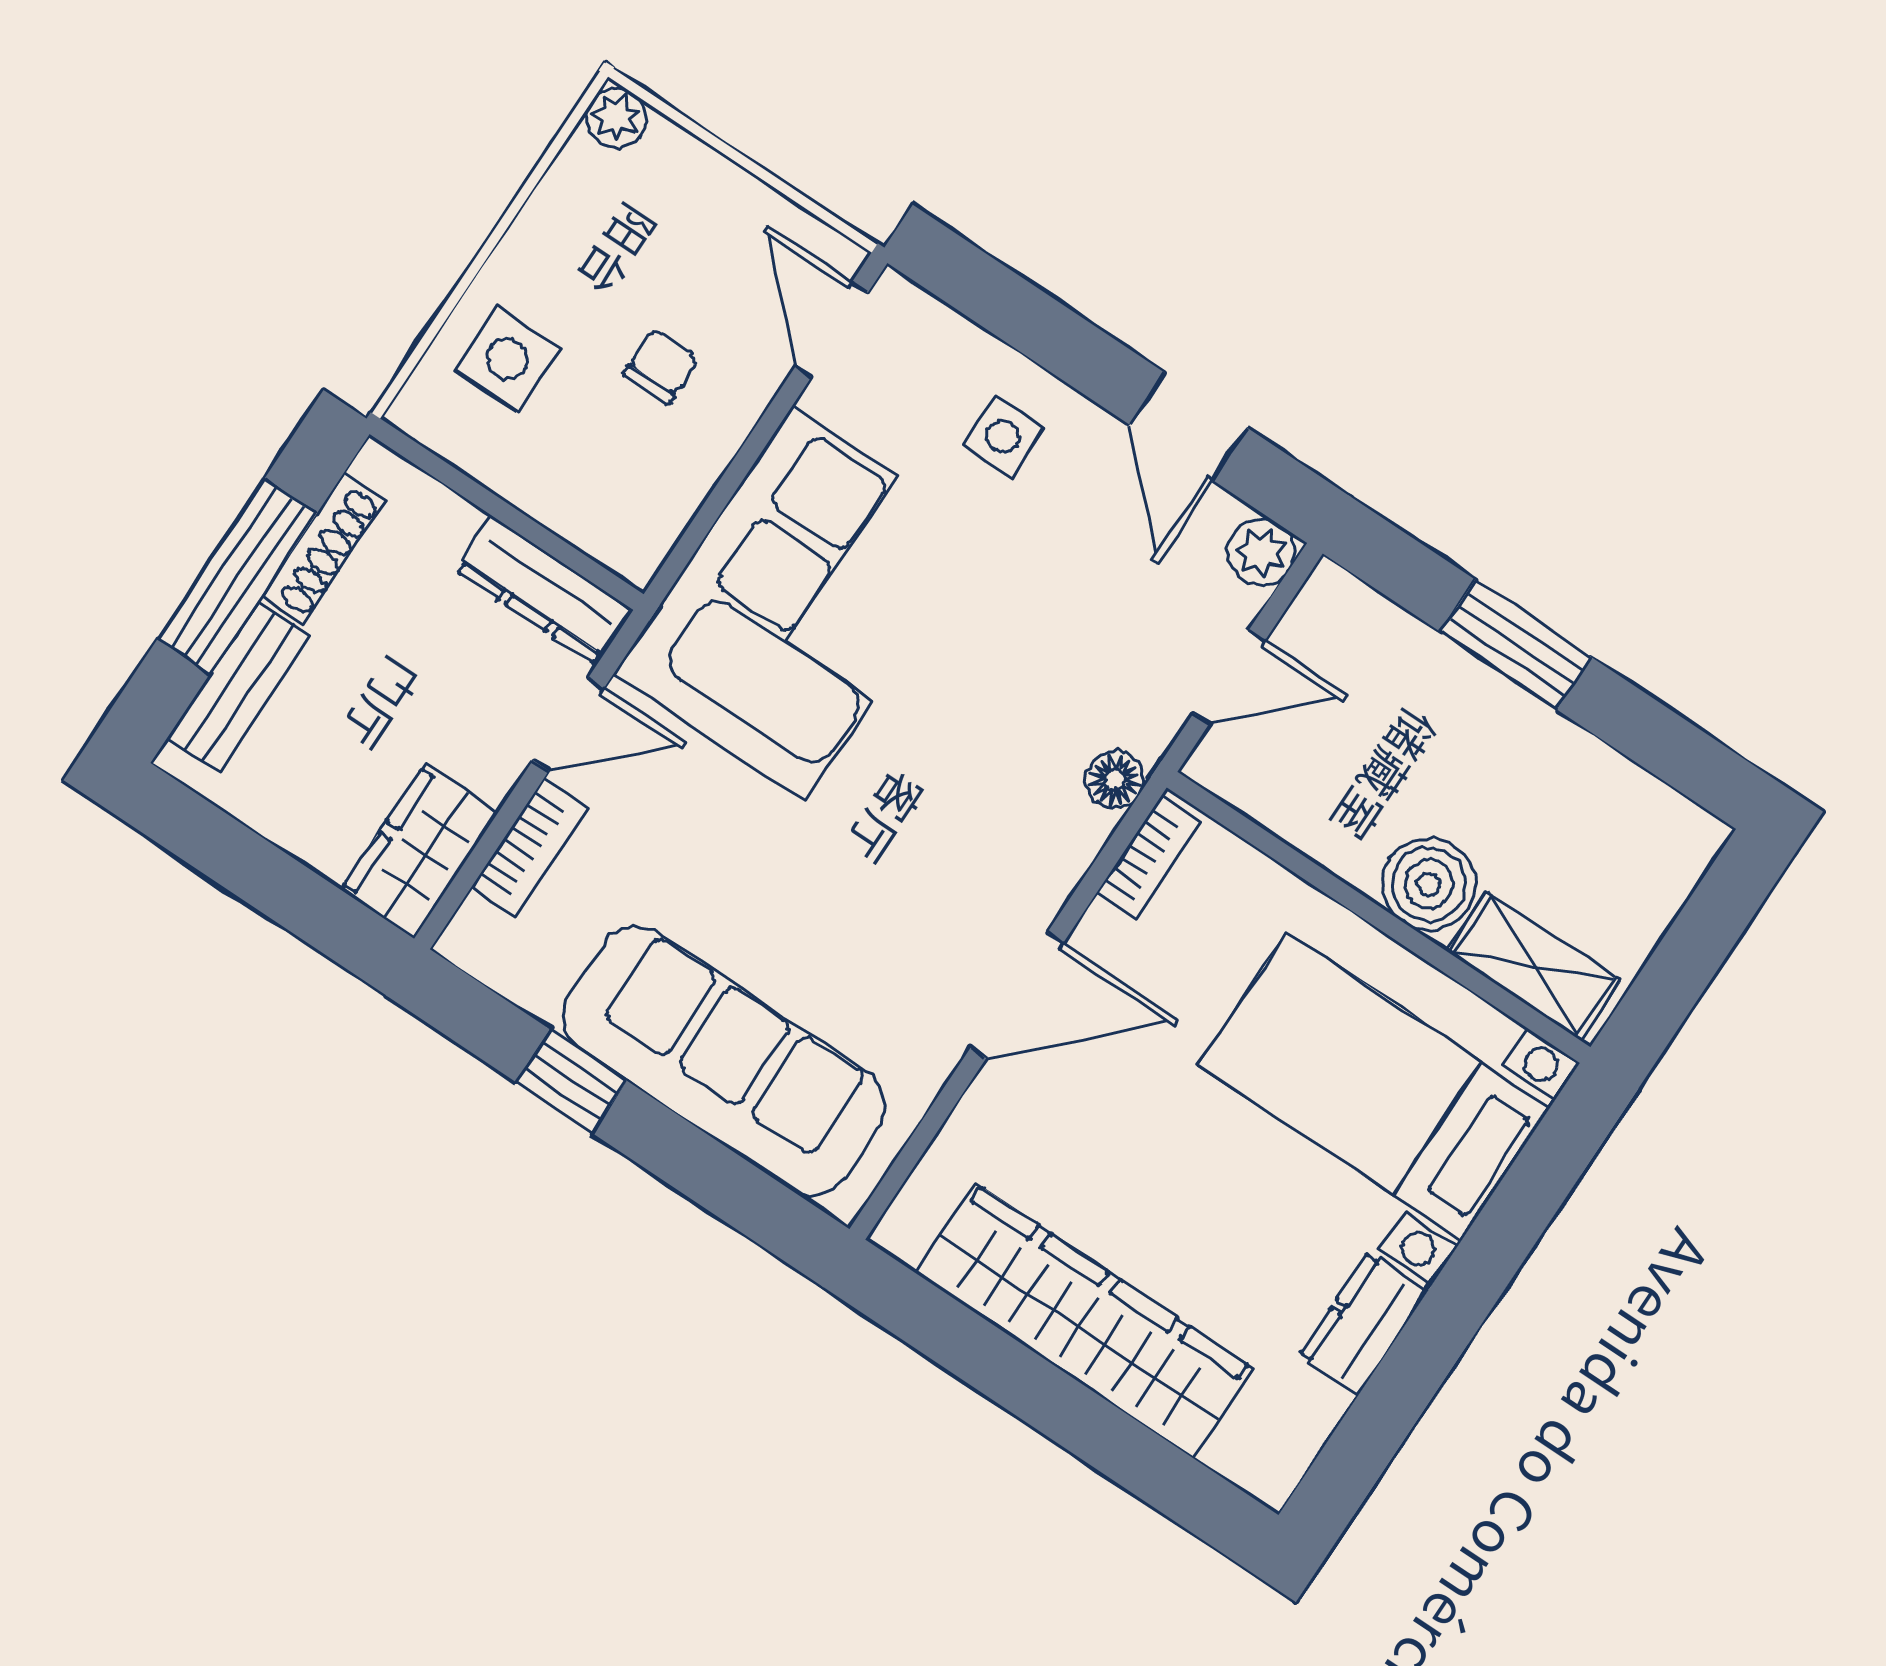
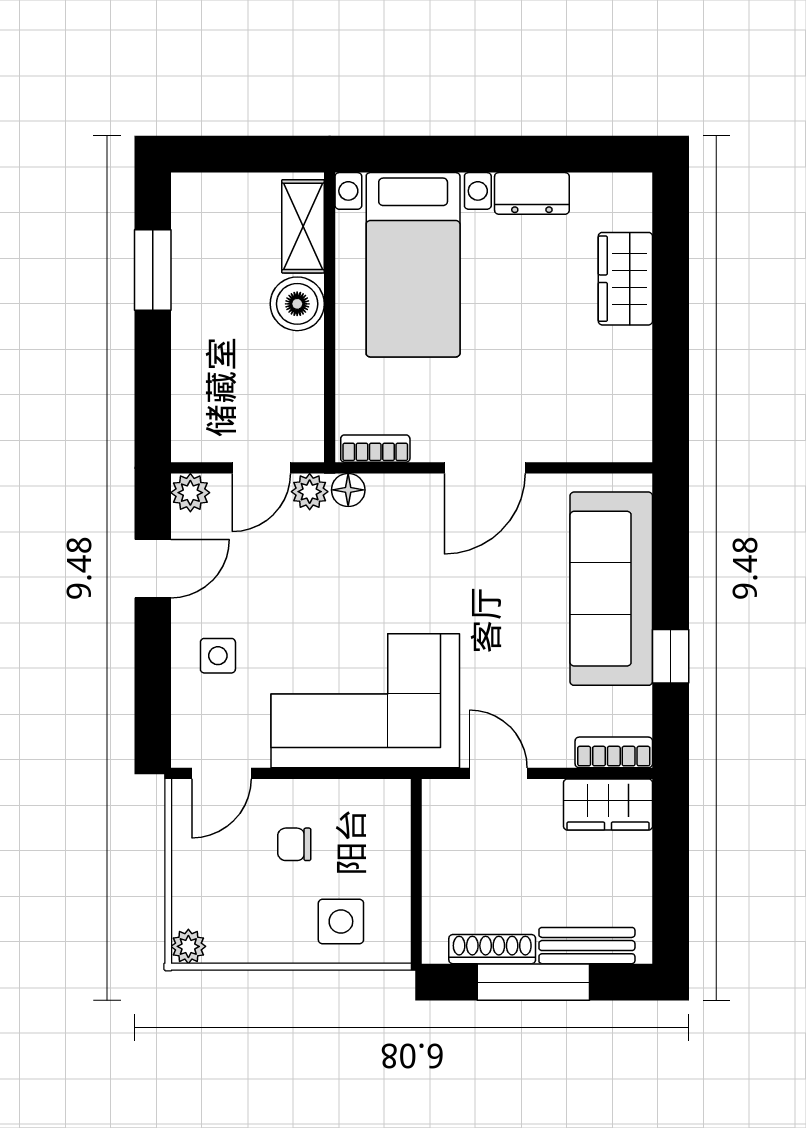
dresser: (544, 590) -> (441, 829), removed
window: (1516, 644) -> (153, 270), moved
door: (1229, 677) -> (261, 468), swing flipped
plant: (1149, 723) -> (310, 492), added
bookcase: (529, 848) -> (614, 752), moved
door: (1017, 995) -> (485, 468), swing flipped
wardrobe: (1084, 1321) -> (625, 279), width x0.48, depth x0.85

